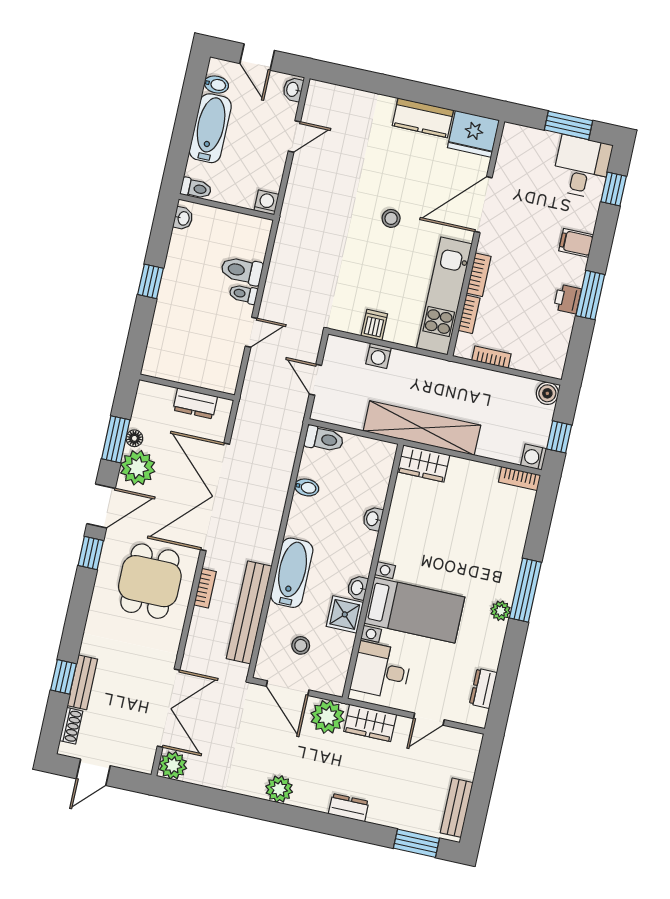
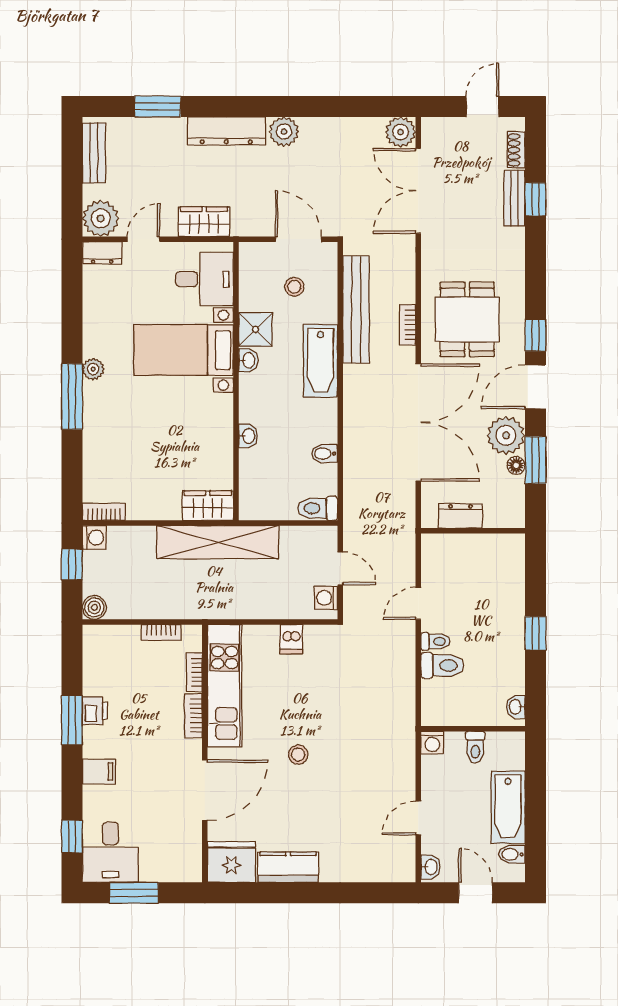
toilet: (196, 188) -> (475, 747), moved, turned -90
washing machine: (378, 356) -> (326, 598), moved, turned -90
dresser: (483, 688) -> (102, 253), moved, turned 90
plant: (327, 717) -> (101, 218), moved
dresser: (349, 808) -> (226, 131), width x1.96, depth x1.24
window: (416, 843) -> (158, 106), moved

